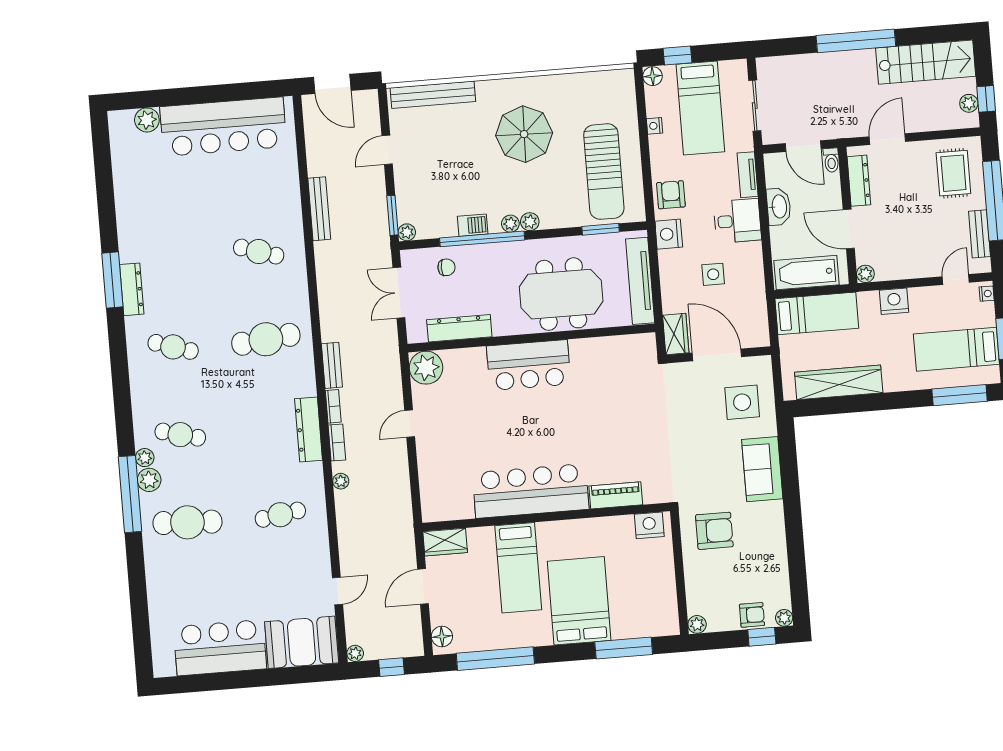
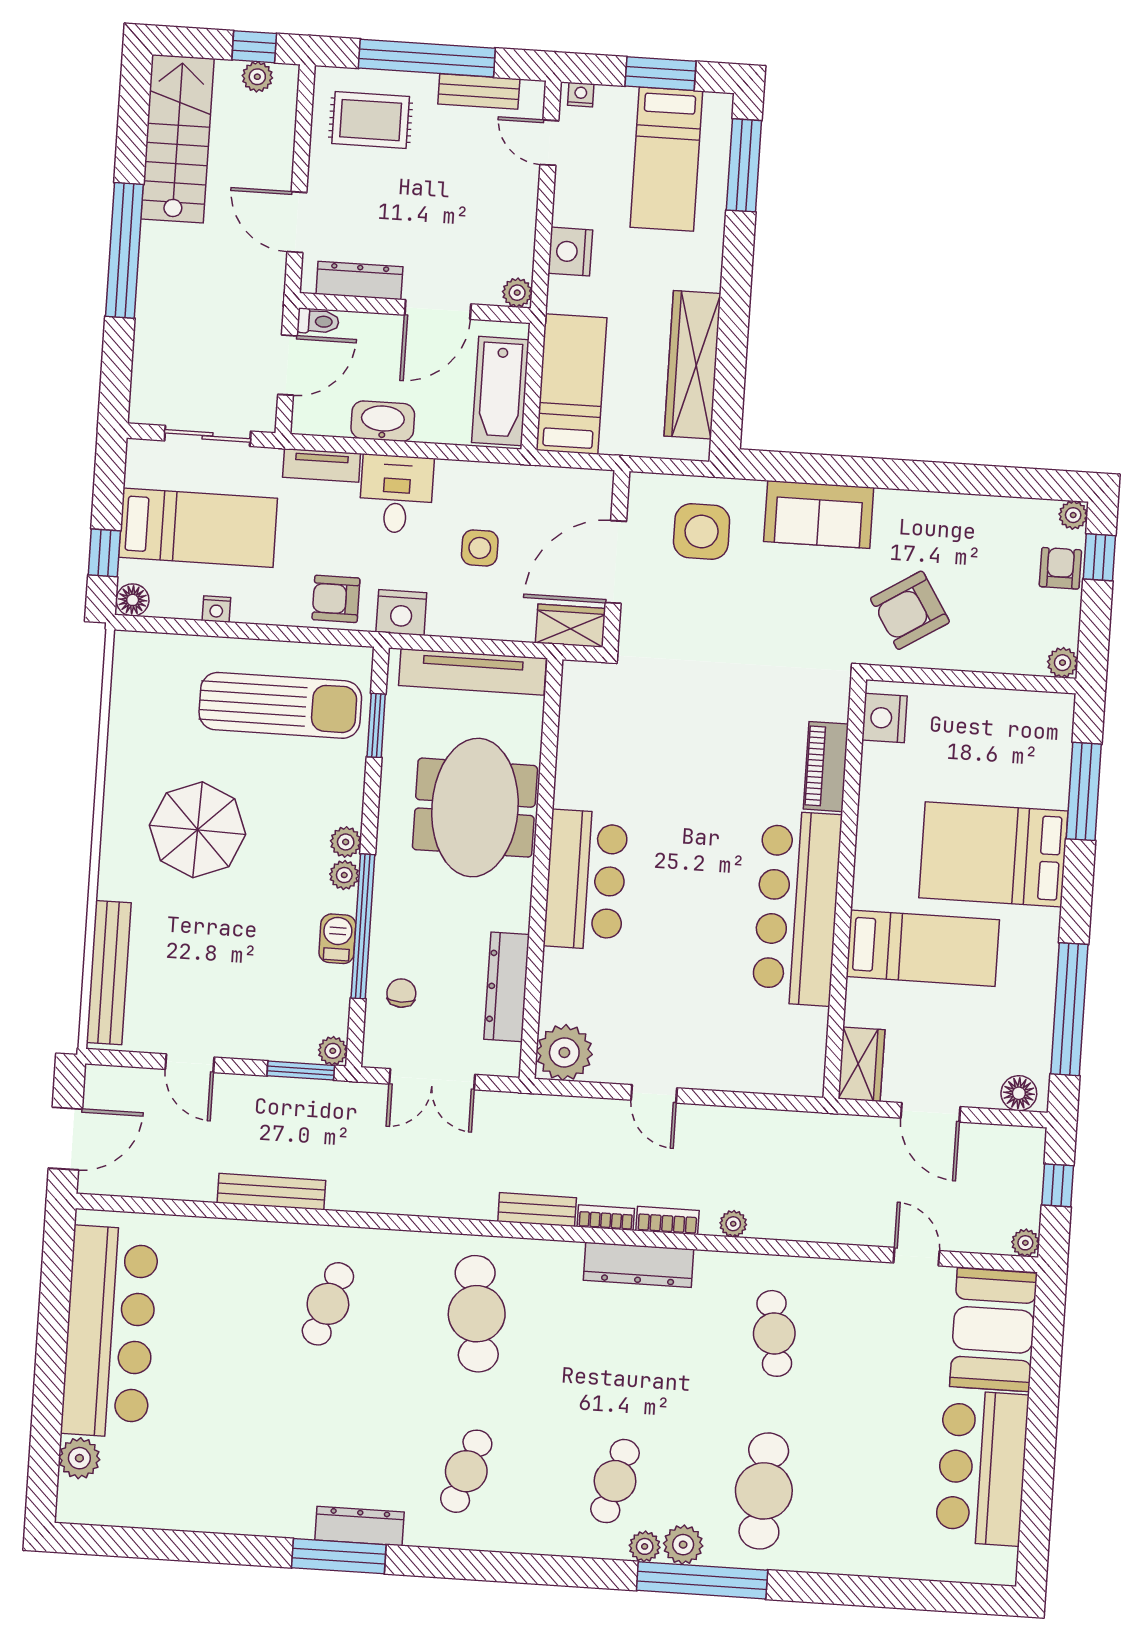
armchair: (714, 531) -> (910, 610), turned -122

